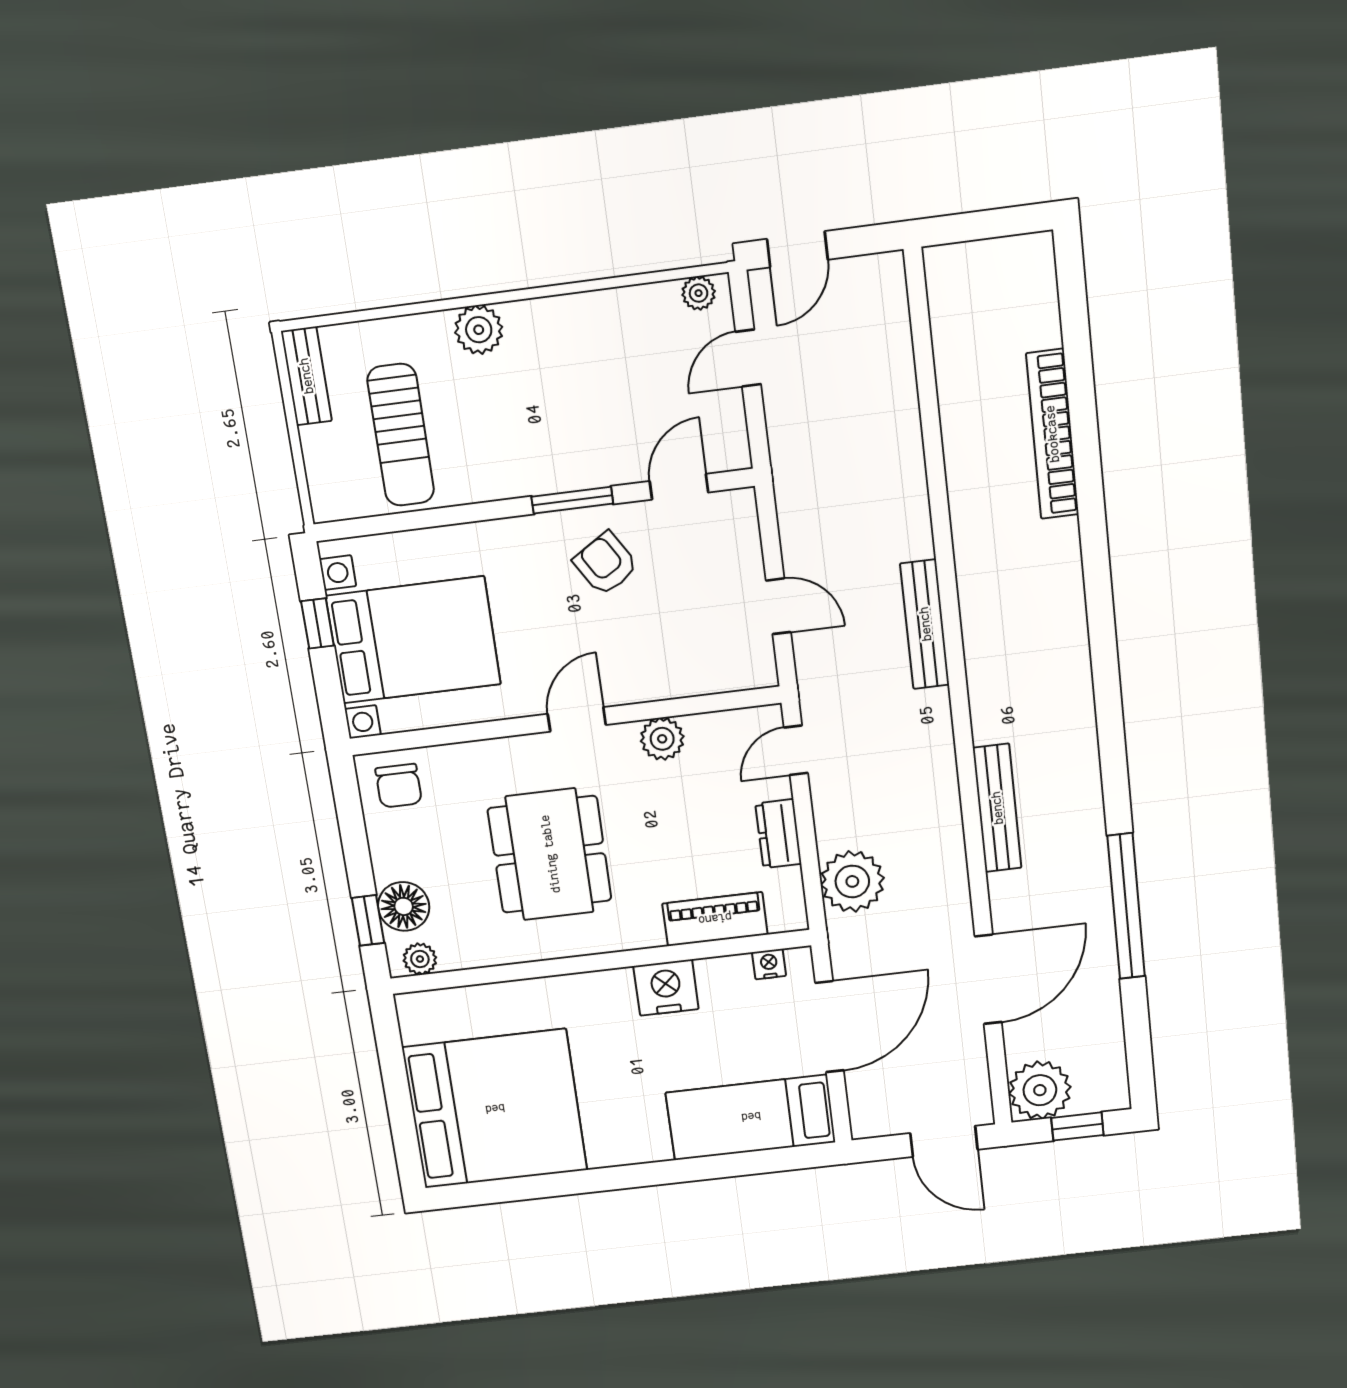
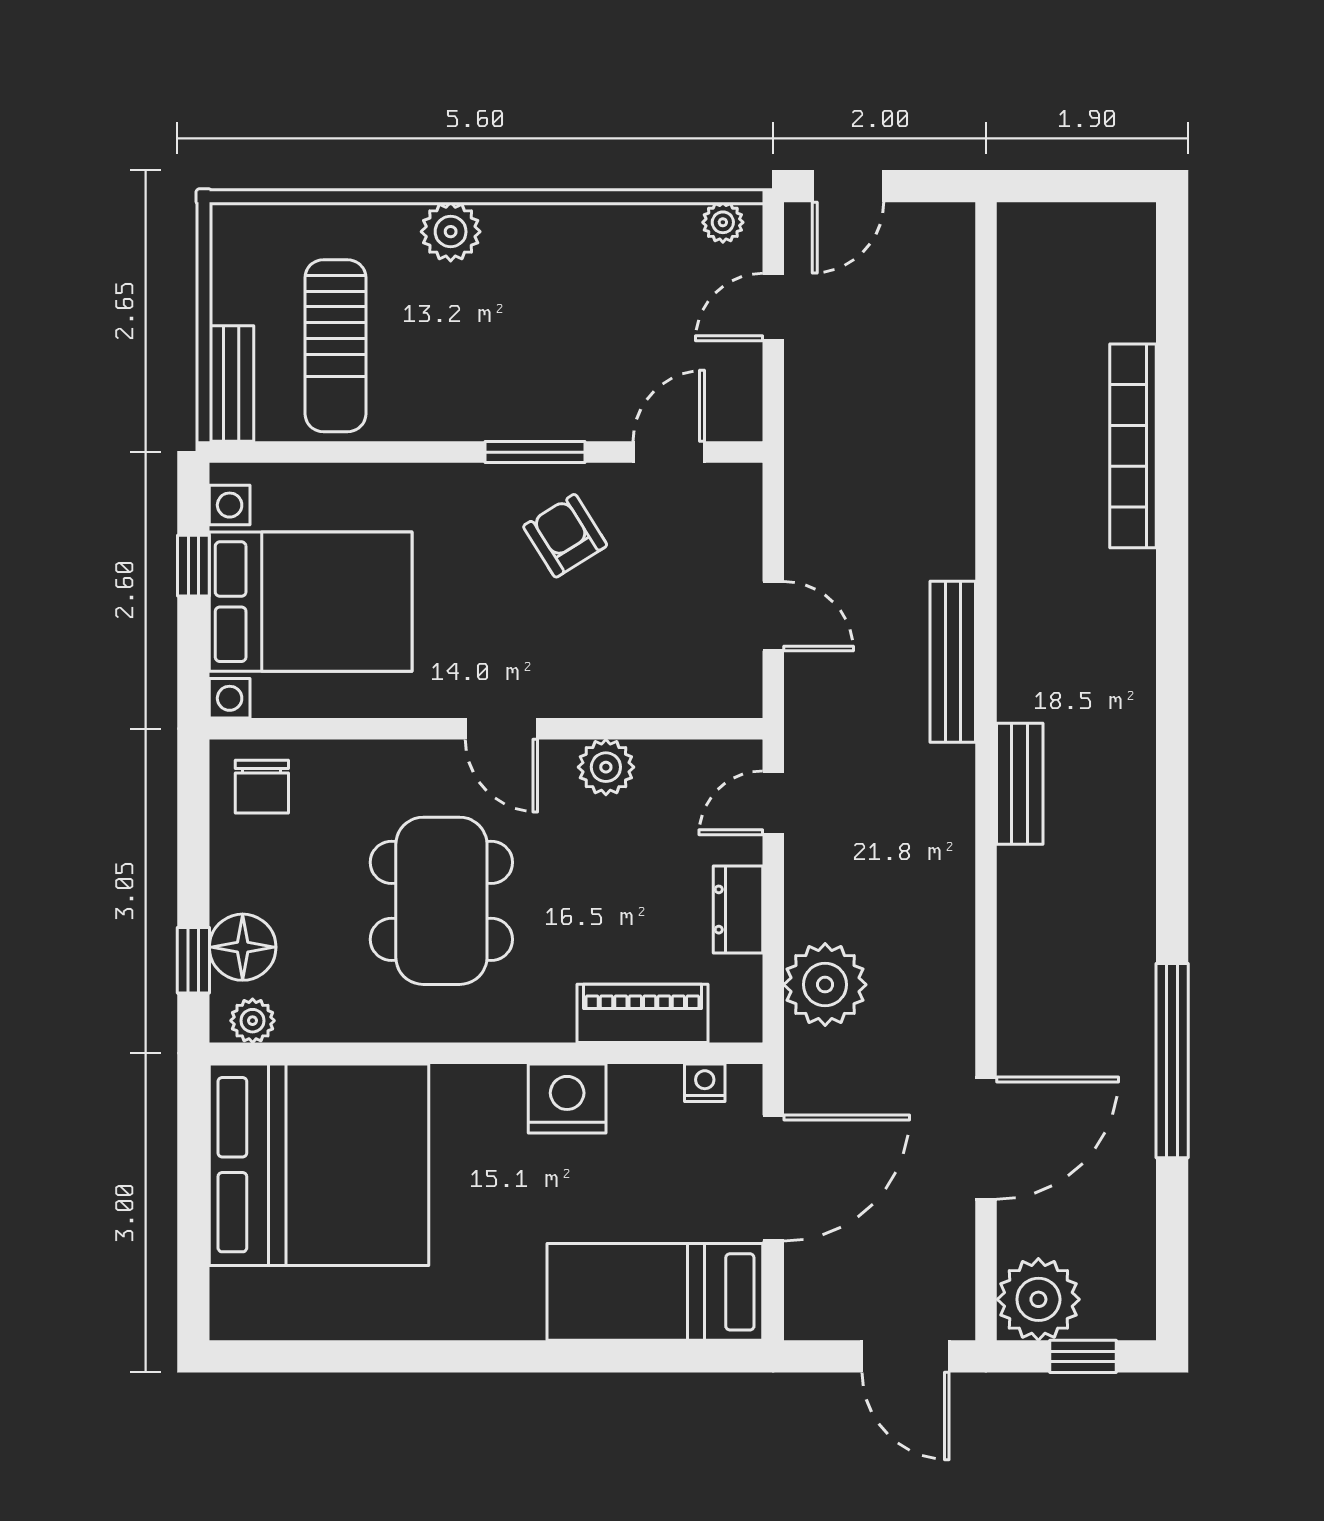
bench: (306, 376) -> (231, 384), moved
door: (577, 719) -> (501, 729), swing flipped
bench: (997, 808) -> (1020, 784), moved, width x0.73
bed: (495, 1109) -> (319, 1165), moved

